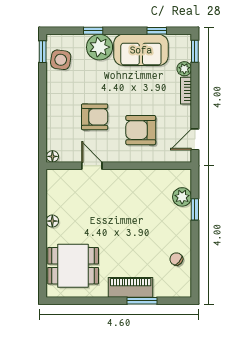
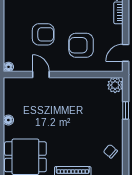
plant: (182, 197) -> (115, 85), moved

